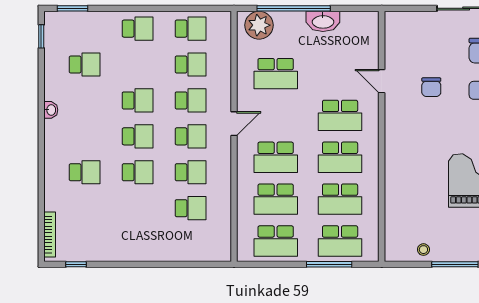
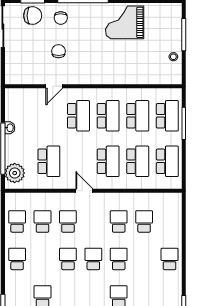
washbasin: (323, 21) -> (10, 128), width x0.52, depth x0.69
chair: (431, 87) -> (59, 51), turned -90
school desk: (191, 136) -> (170, 259), moved

